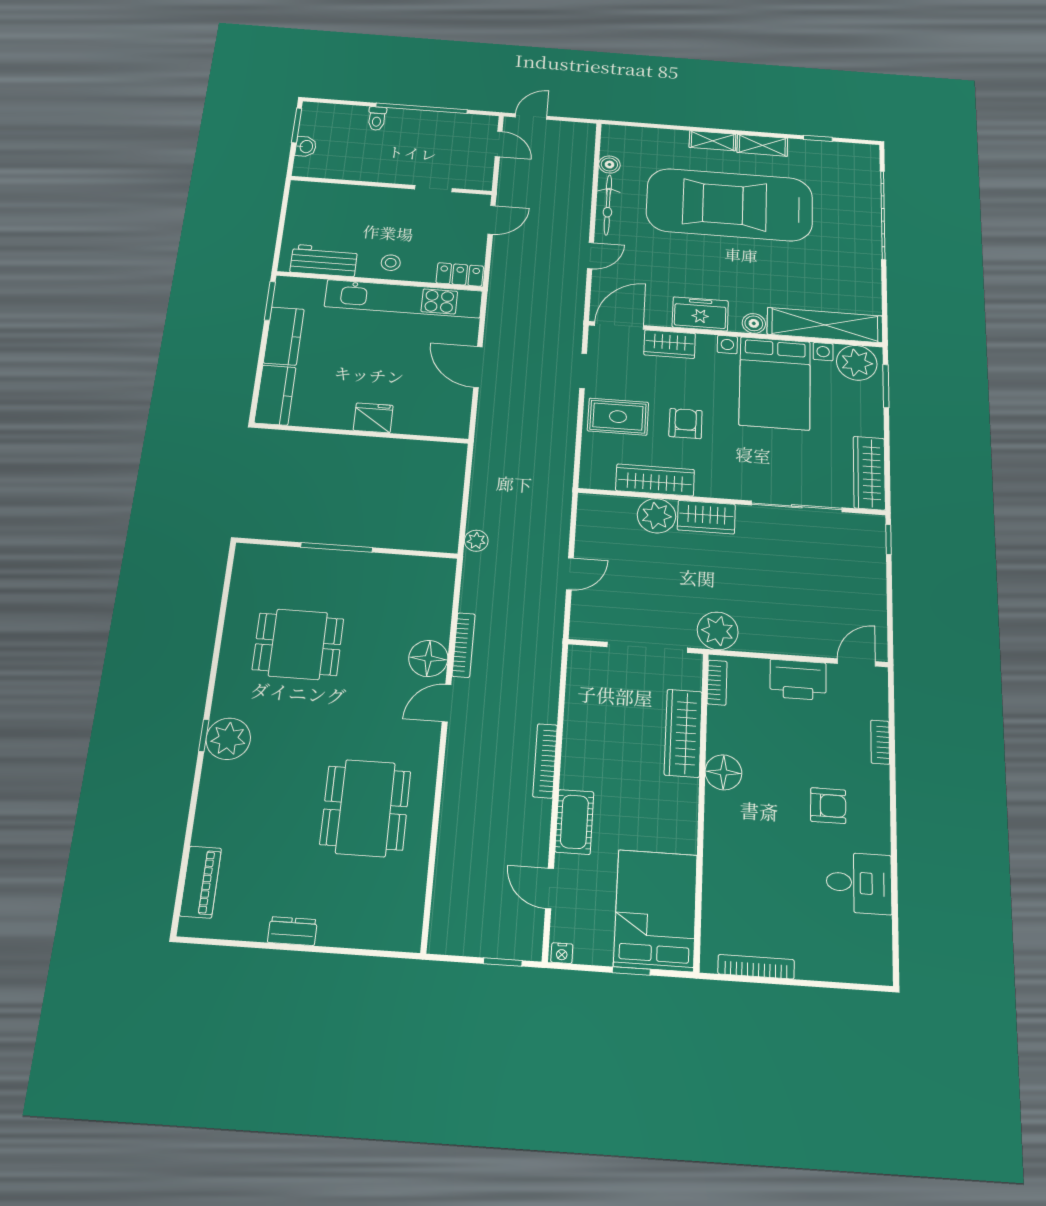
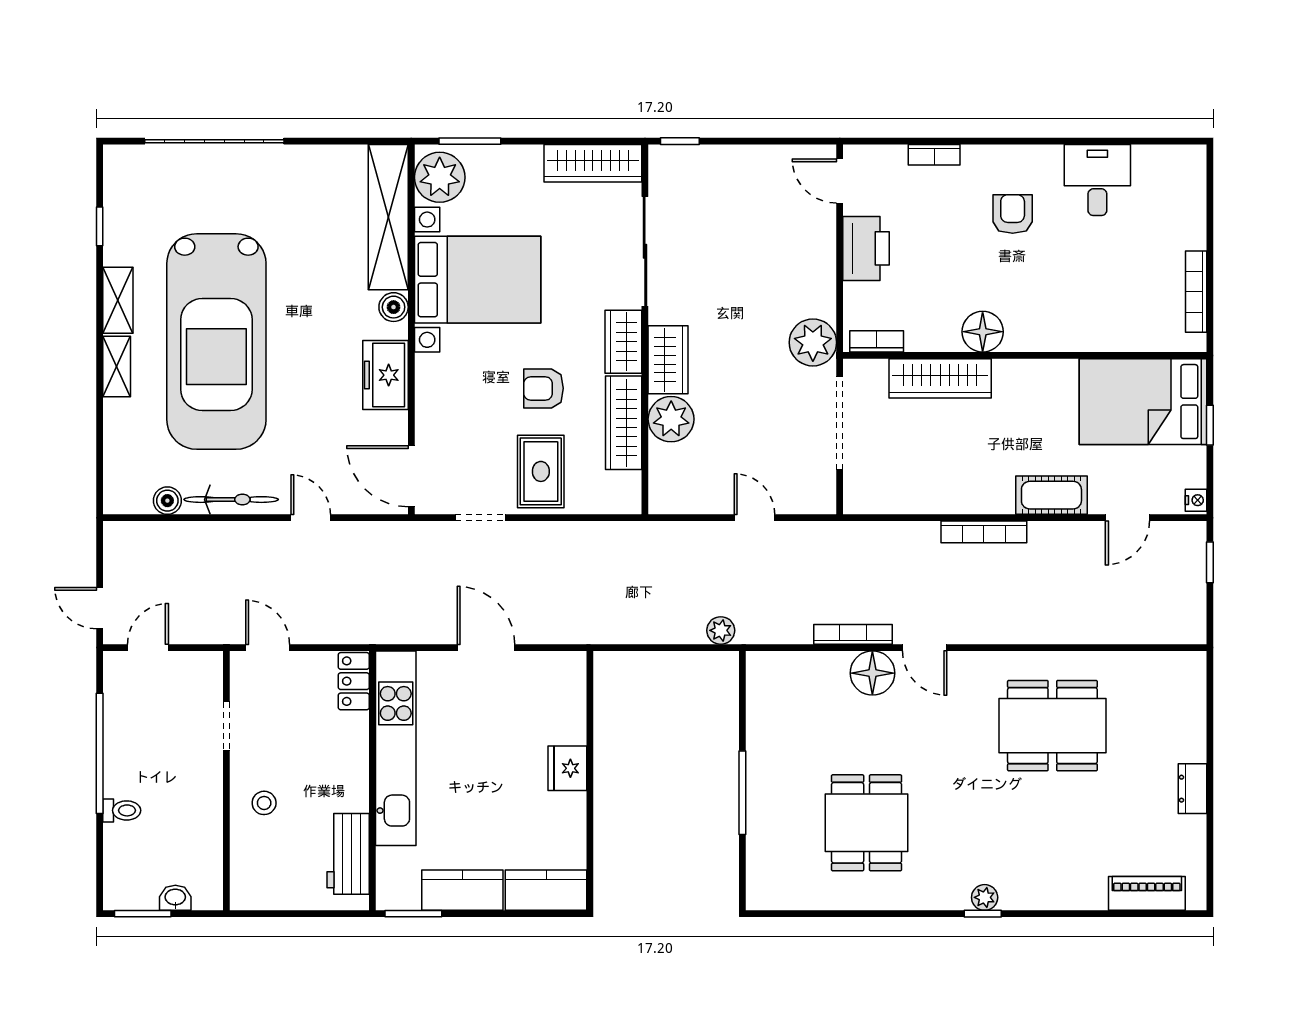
stool: (391, 263) -> (264, 803), moved
wardrobe: (670, 344) -> (623, 342), moved, turned 180
door: (478, 367) -> (486, 648), swing flipped
plant: (228, 739) -> (985, 897), width x0.53, depth x0.53

